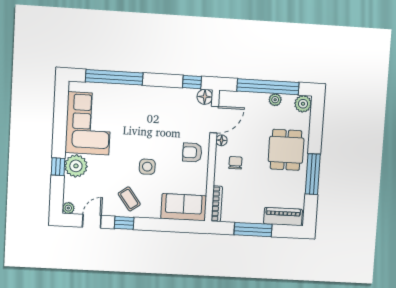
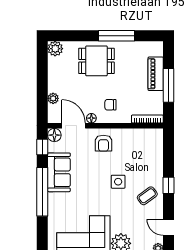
window: (114, 77) -> (42, 192), moved
window: (268, 87) -> (42, 80), removed
plant: (275, 100) -> (53, 98), moved
sofa: (184, 207) -> (59, 172), moved, turned 180
piano: (283, 217) -> (156, 74), moved
window: (124, 223) -> (169, 185), moved

